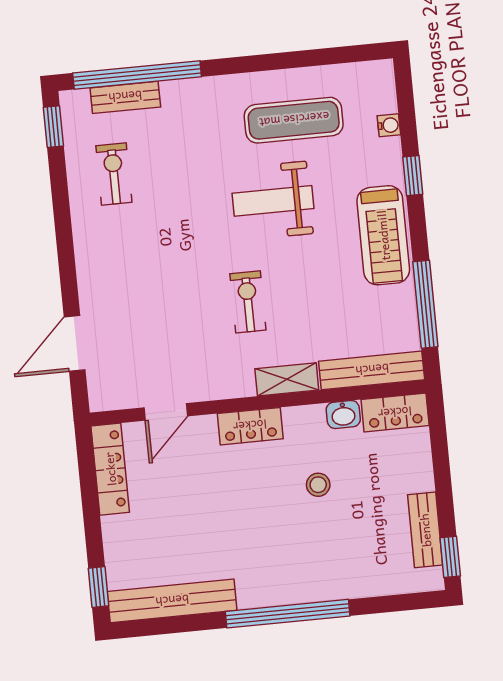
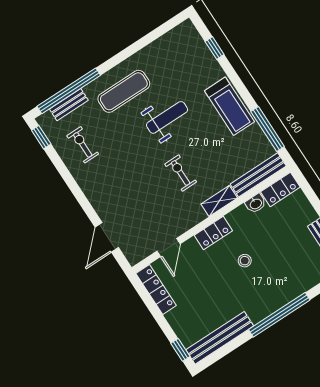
exercise mat: (294, 120) -> (124, 91), moved
water cooler: (389, 125) -> (204, 51), removed
window: (413, 176) -> (215, 48), moved
weight bench: (273, 201) -> (167, 117), turned 180
stool: (318, 485) -> (245, 261), moved

